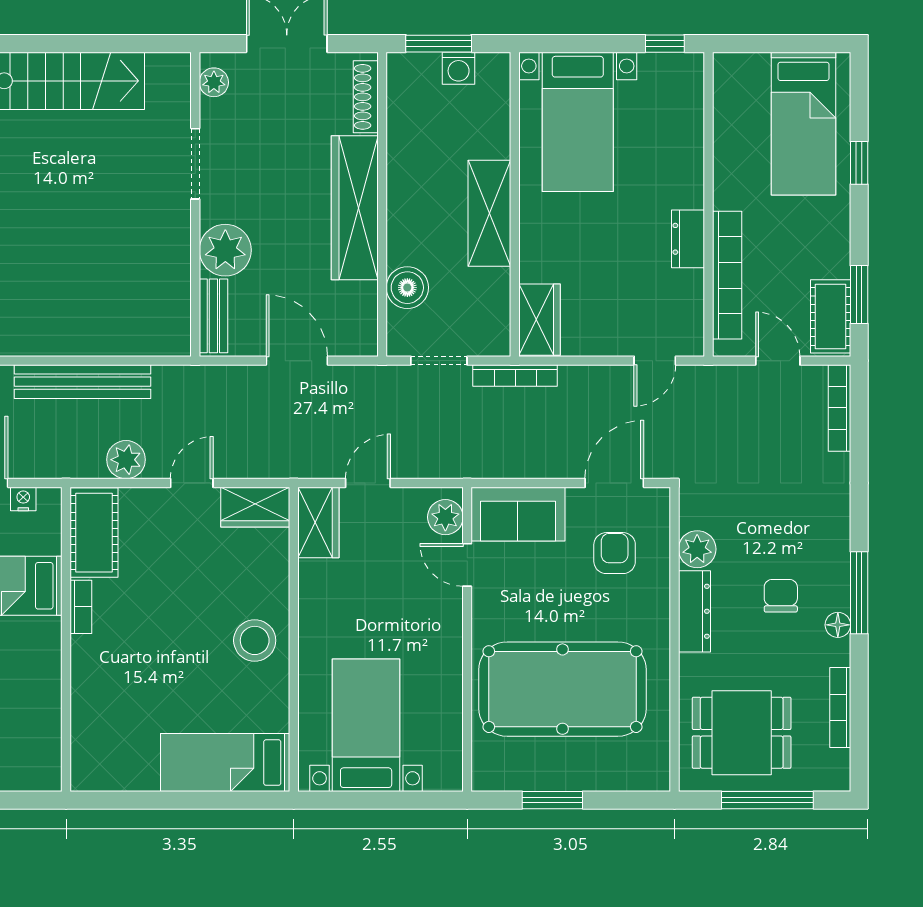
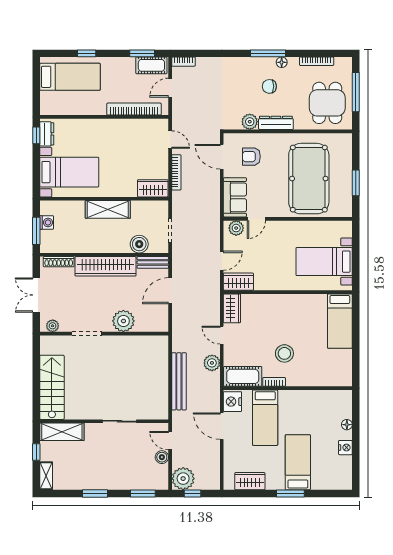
dresser: (688, 239) -> (47, 134), moved, turned -90
bench: (213, 316) -> (153, 262), moved
bookcase: (515, 376) -> (176, 172), moved
bookcase: (839, 408) -> (184, 62), width x0.64
door: (368, 483) -> (222, 261), swing flipped
nightstand: (23, 499) -> (232, 402), width x1.89, depth x1.79
stool: (255, 640) -> (284, 353), moved

